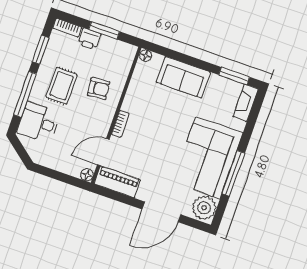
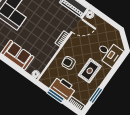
printer: (89, 39) -> (63, 88), width x1.87, depth x1.48
window: (25, 94) -> (112, 72), removed

